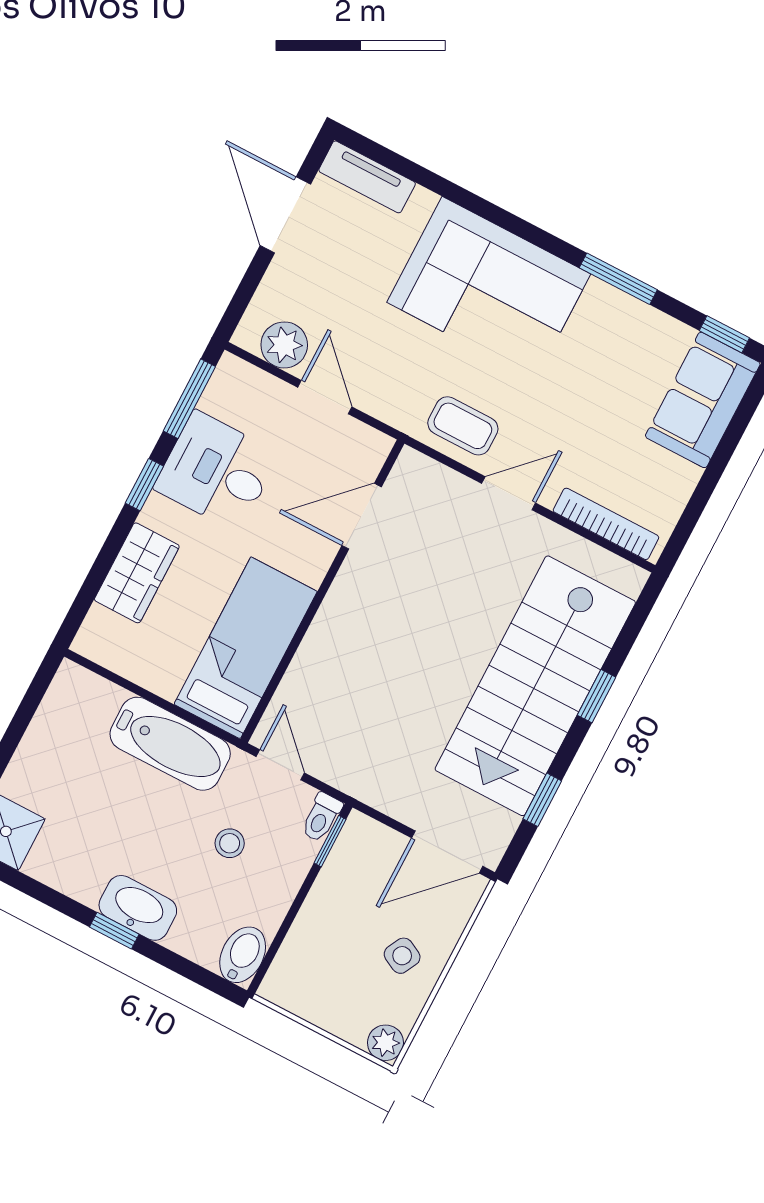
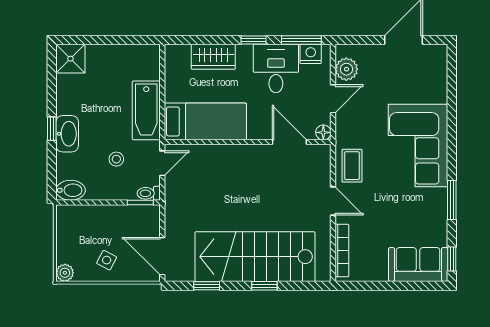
tv unit: (367, 177) -> (439, 67), removed
nightstand: (223, 395) -> (311, 54), added
floor lamp: (376, 446) -> (323, 132), added

